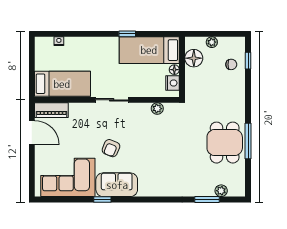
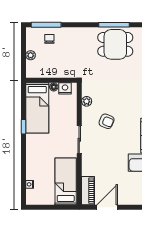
floor lamp: (194, 58) -> (44, 70), removed
window: (248, 61) -> (46, 25), width x2.17
armchair: (111, 148) -> (107, 121), moved

